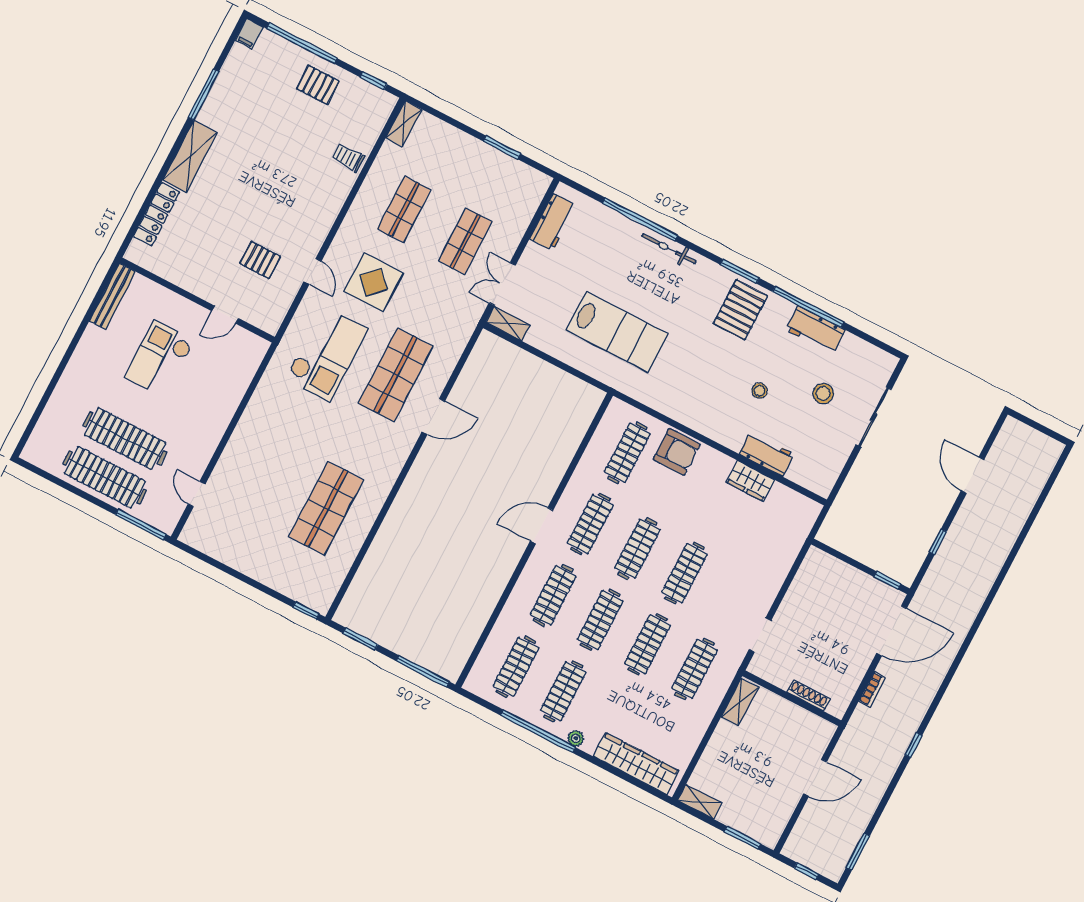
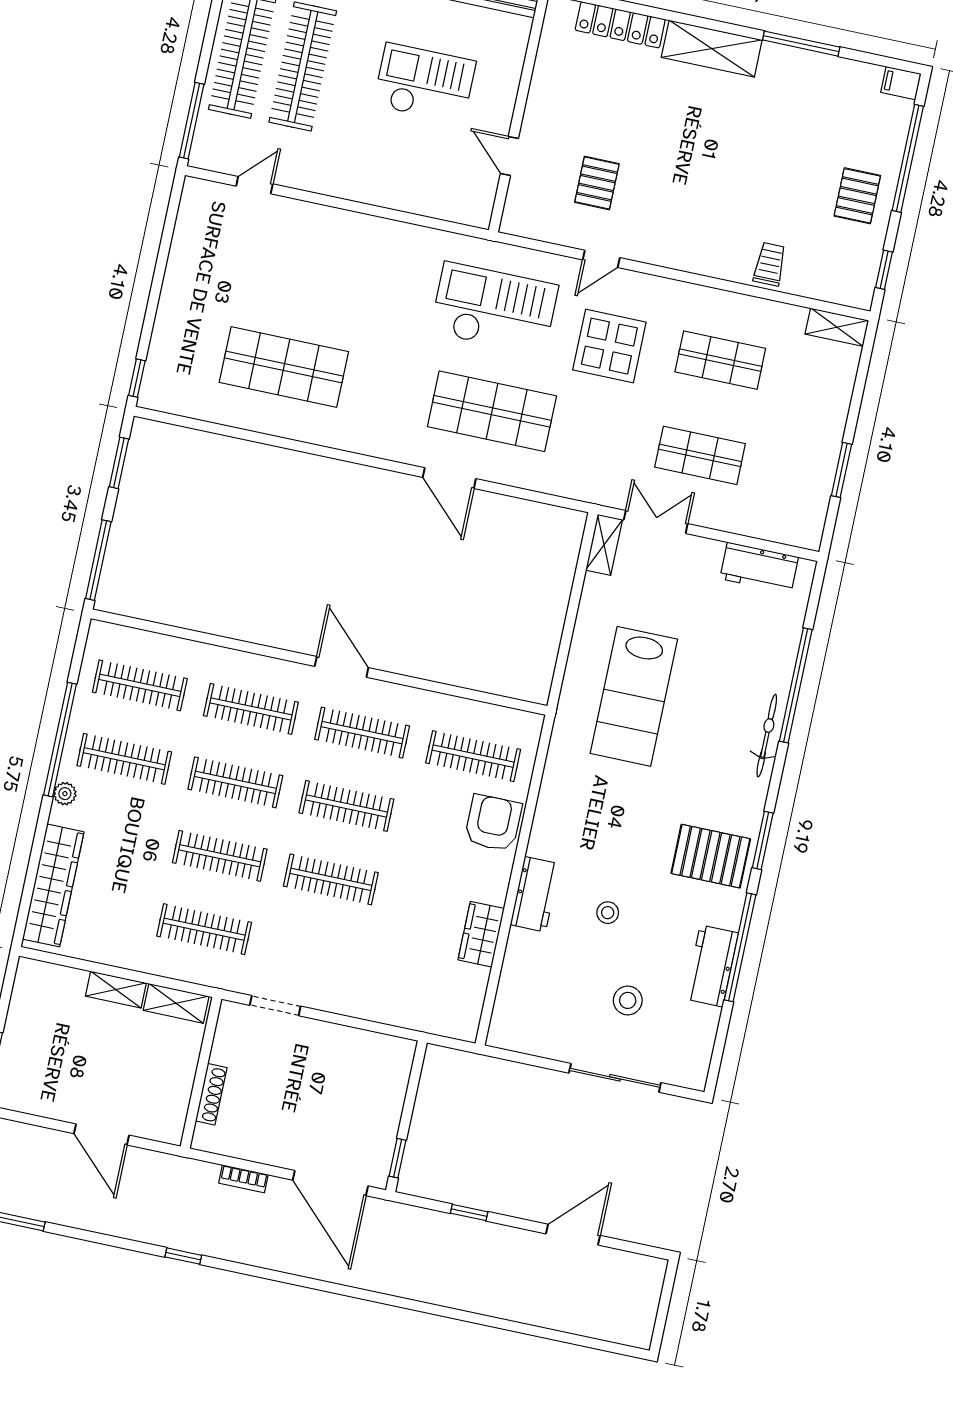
checkout: (326, 354) -> (494, 309), turned 180
armchair: (677, 452) -> (493, 823), turned 180
workbench: (767, 454) -> (535, 894), moved
shelving: (700, 802) -> (116, 990), moved, turned 90

